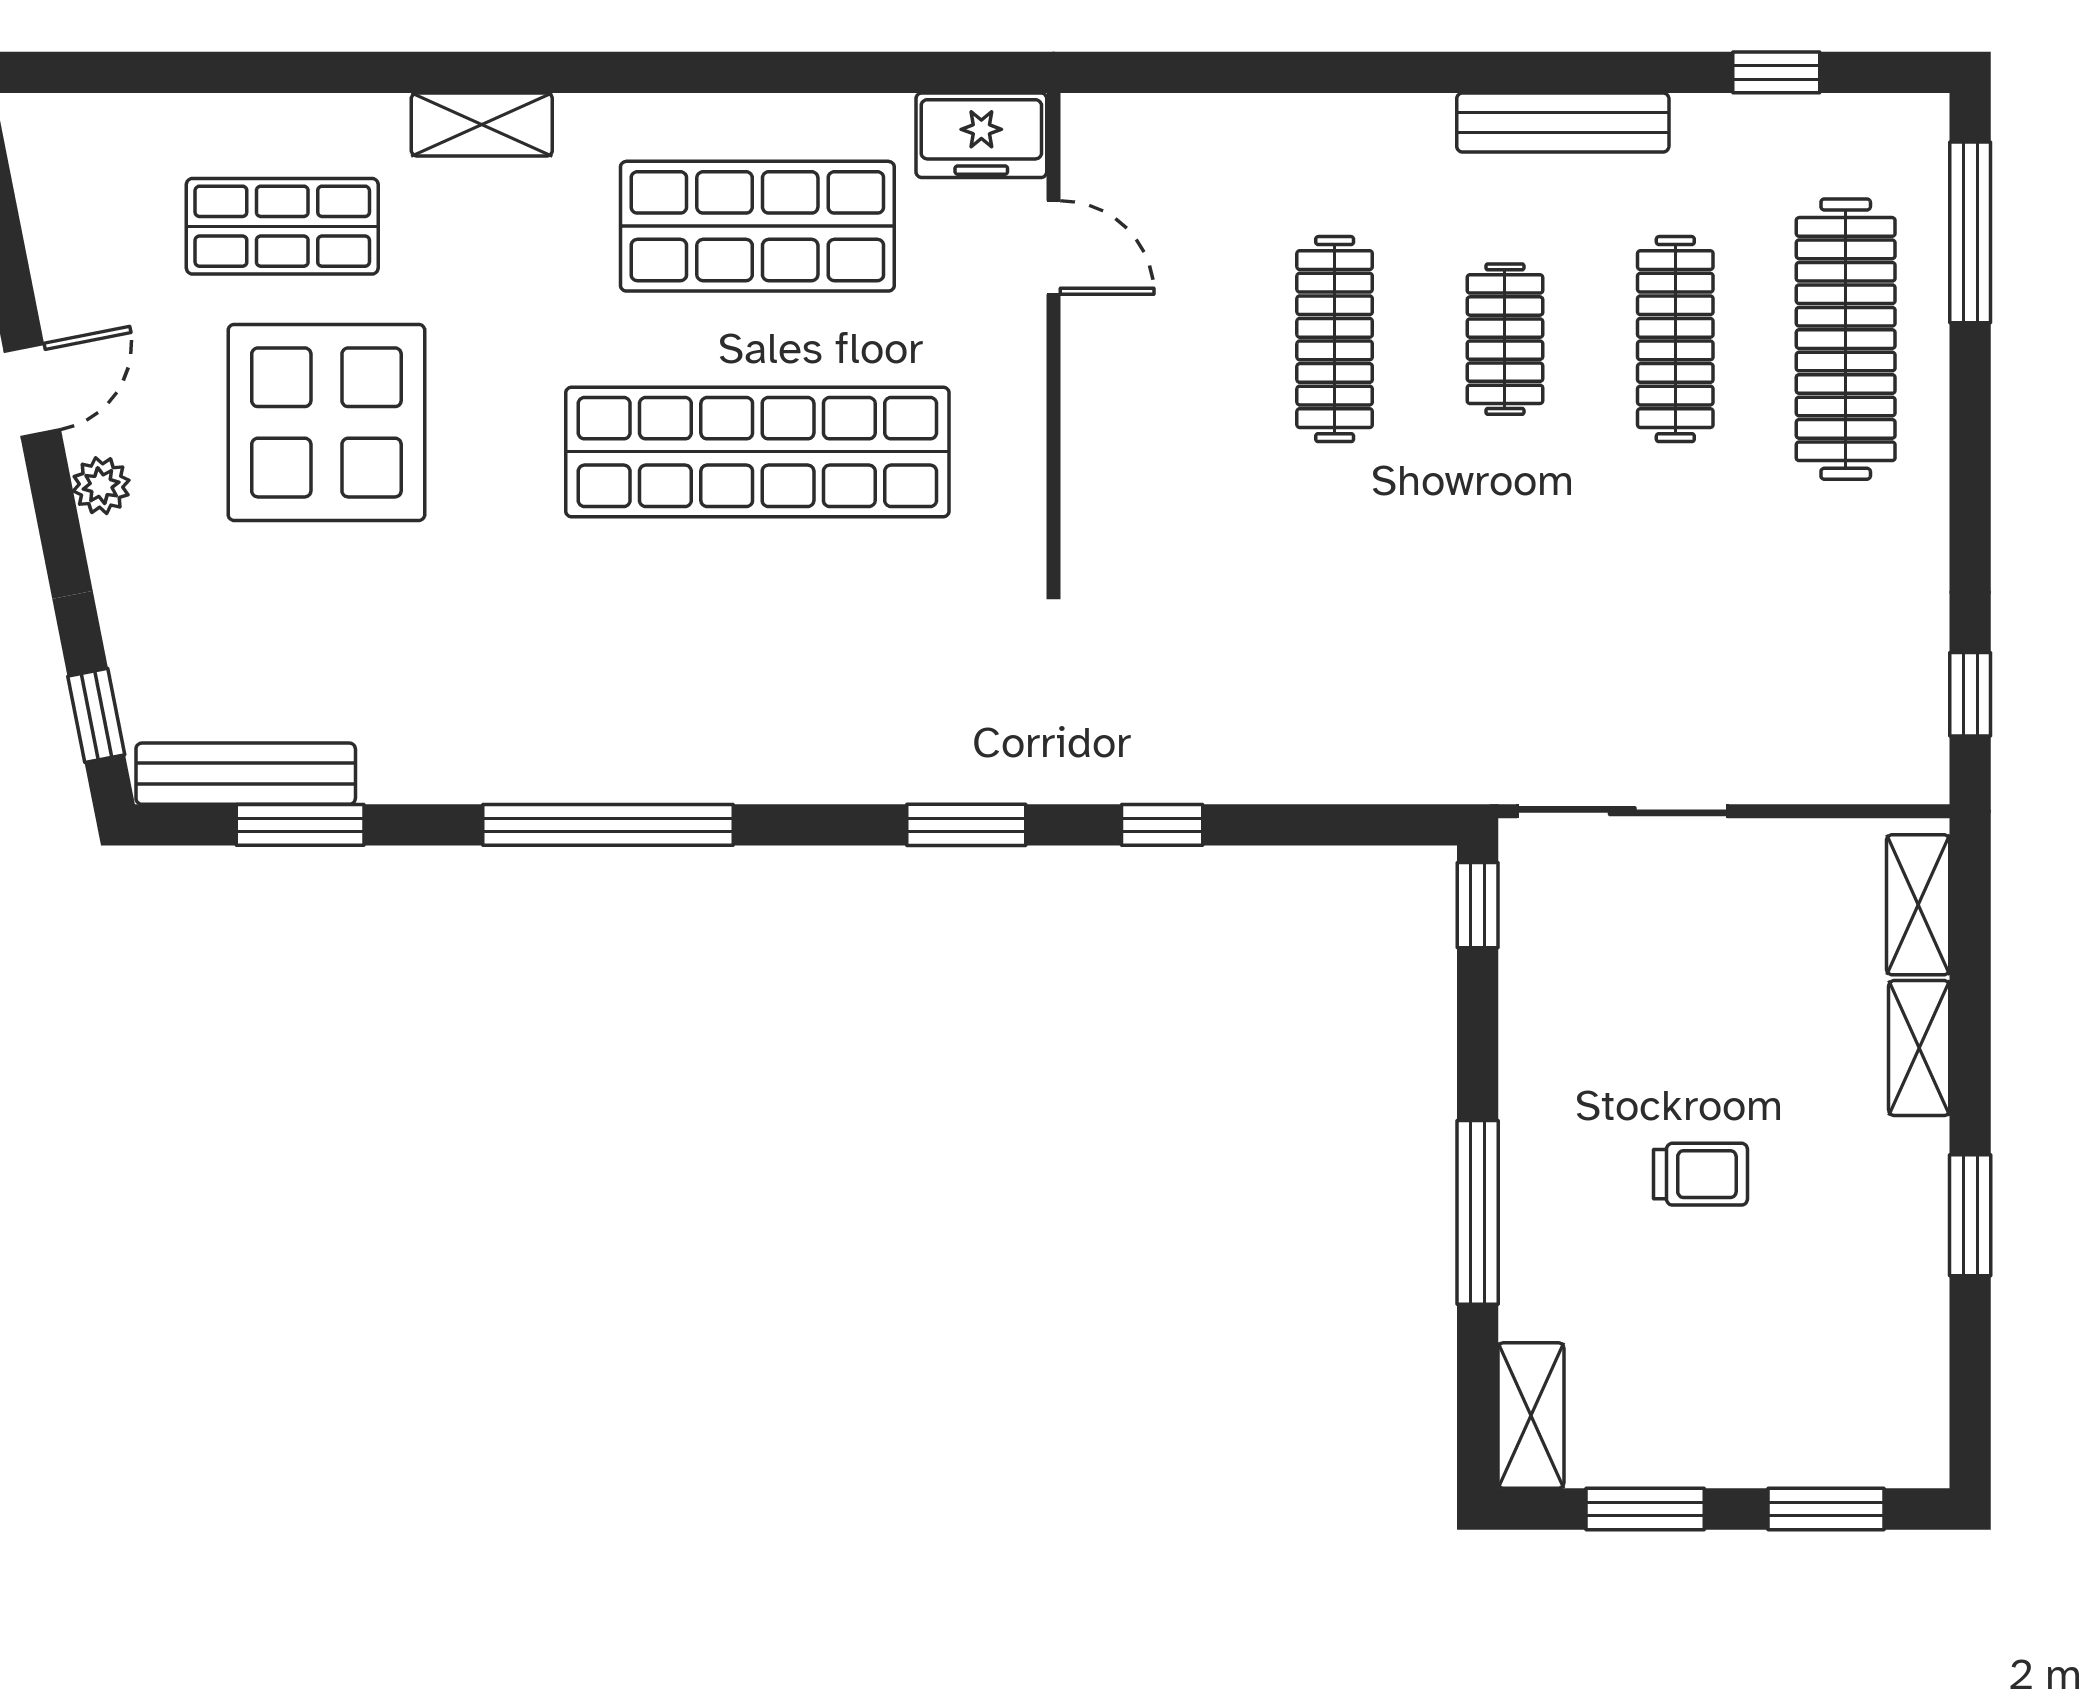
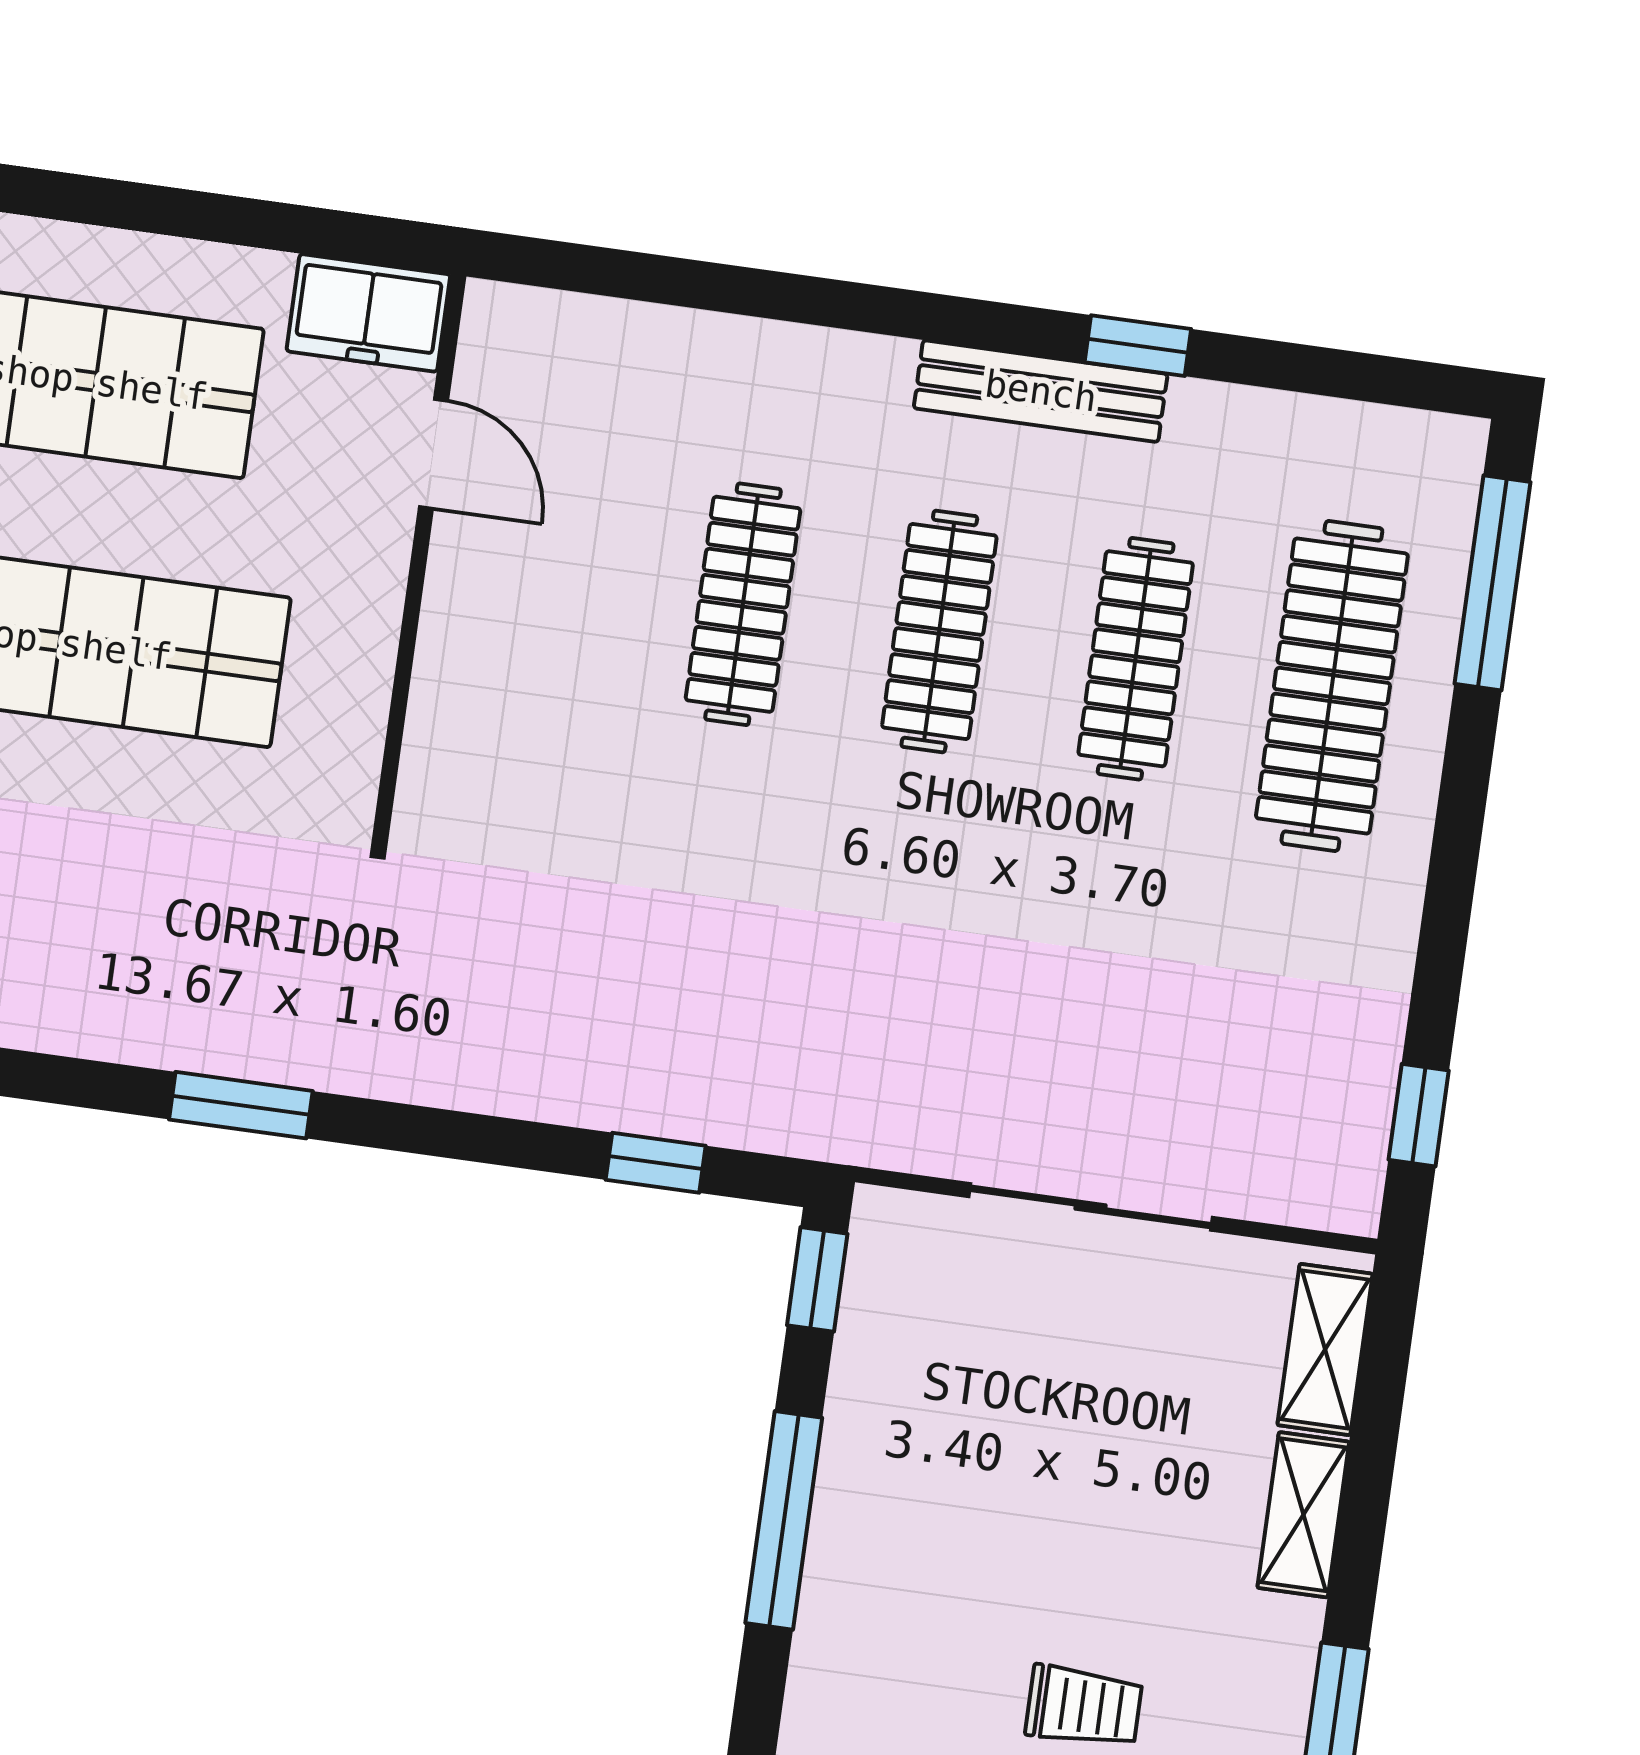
window: (1776, 72) -> (1138, 346), moved
clothes rail: (1505, 339) -> (939, 631), width x1.36
sliding door: (1622, 811) -> (1090, 1207), moved
window: (1162, 825) -> (656, 1163), moved
trolley: (1700, 1174) -> (1084, 1706), moved
window: (1478, 1212) -> (784, 1520), moved

